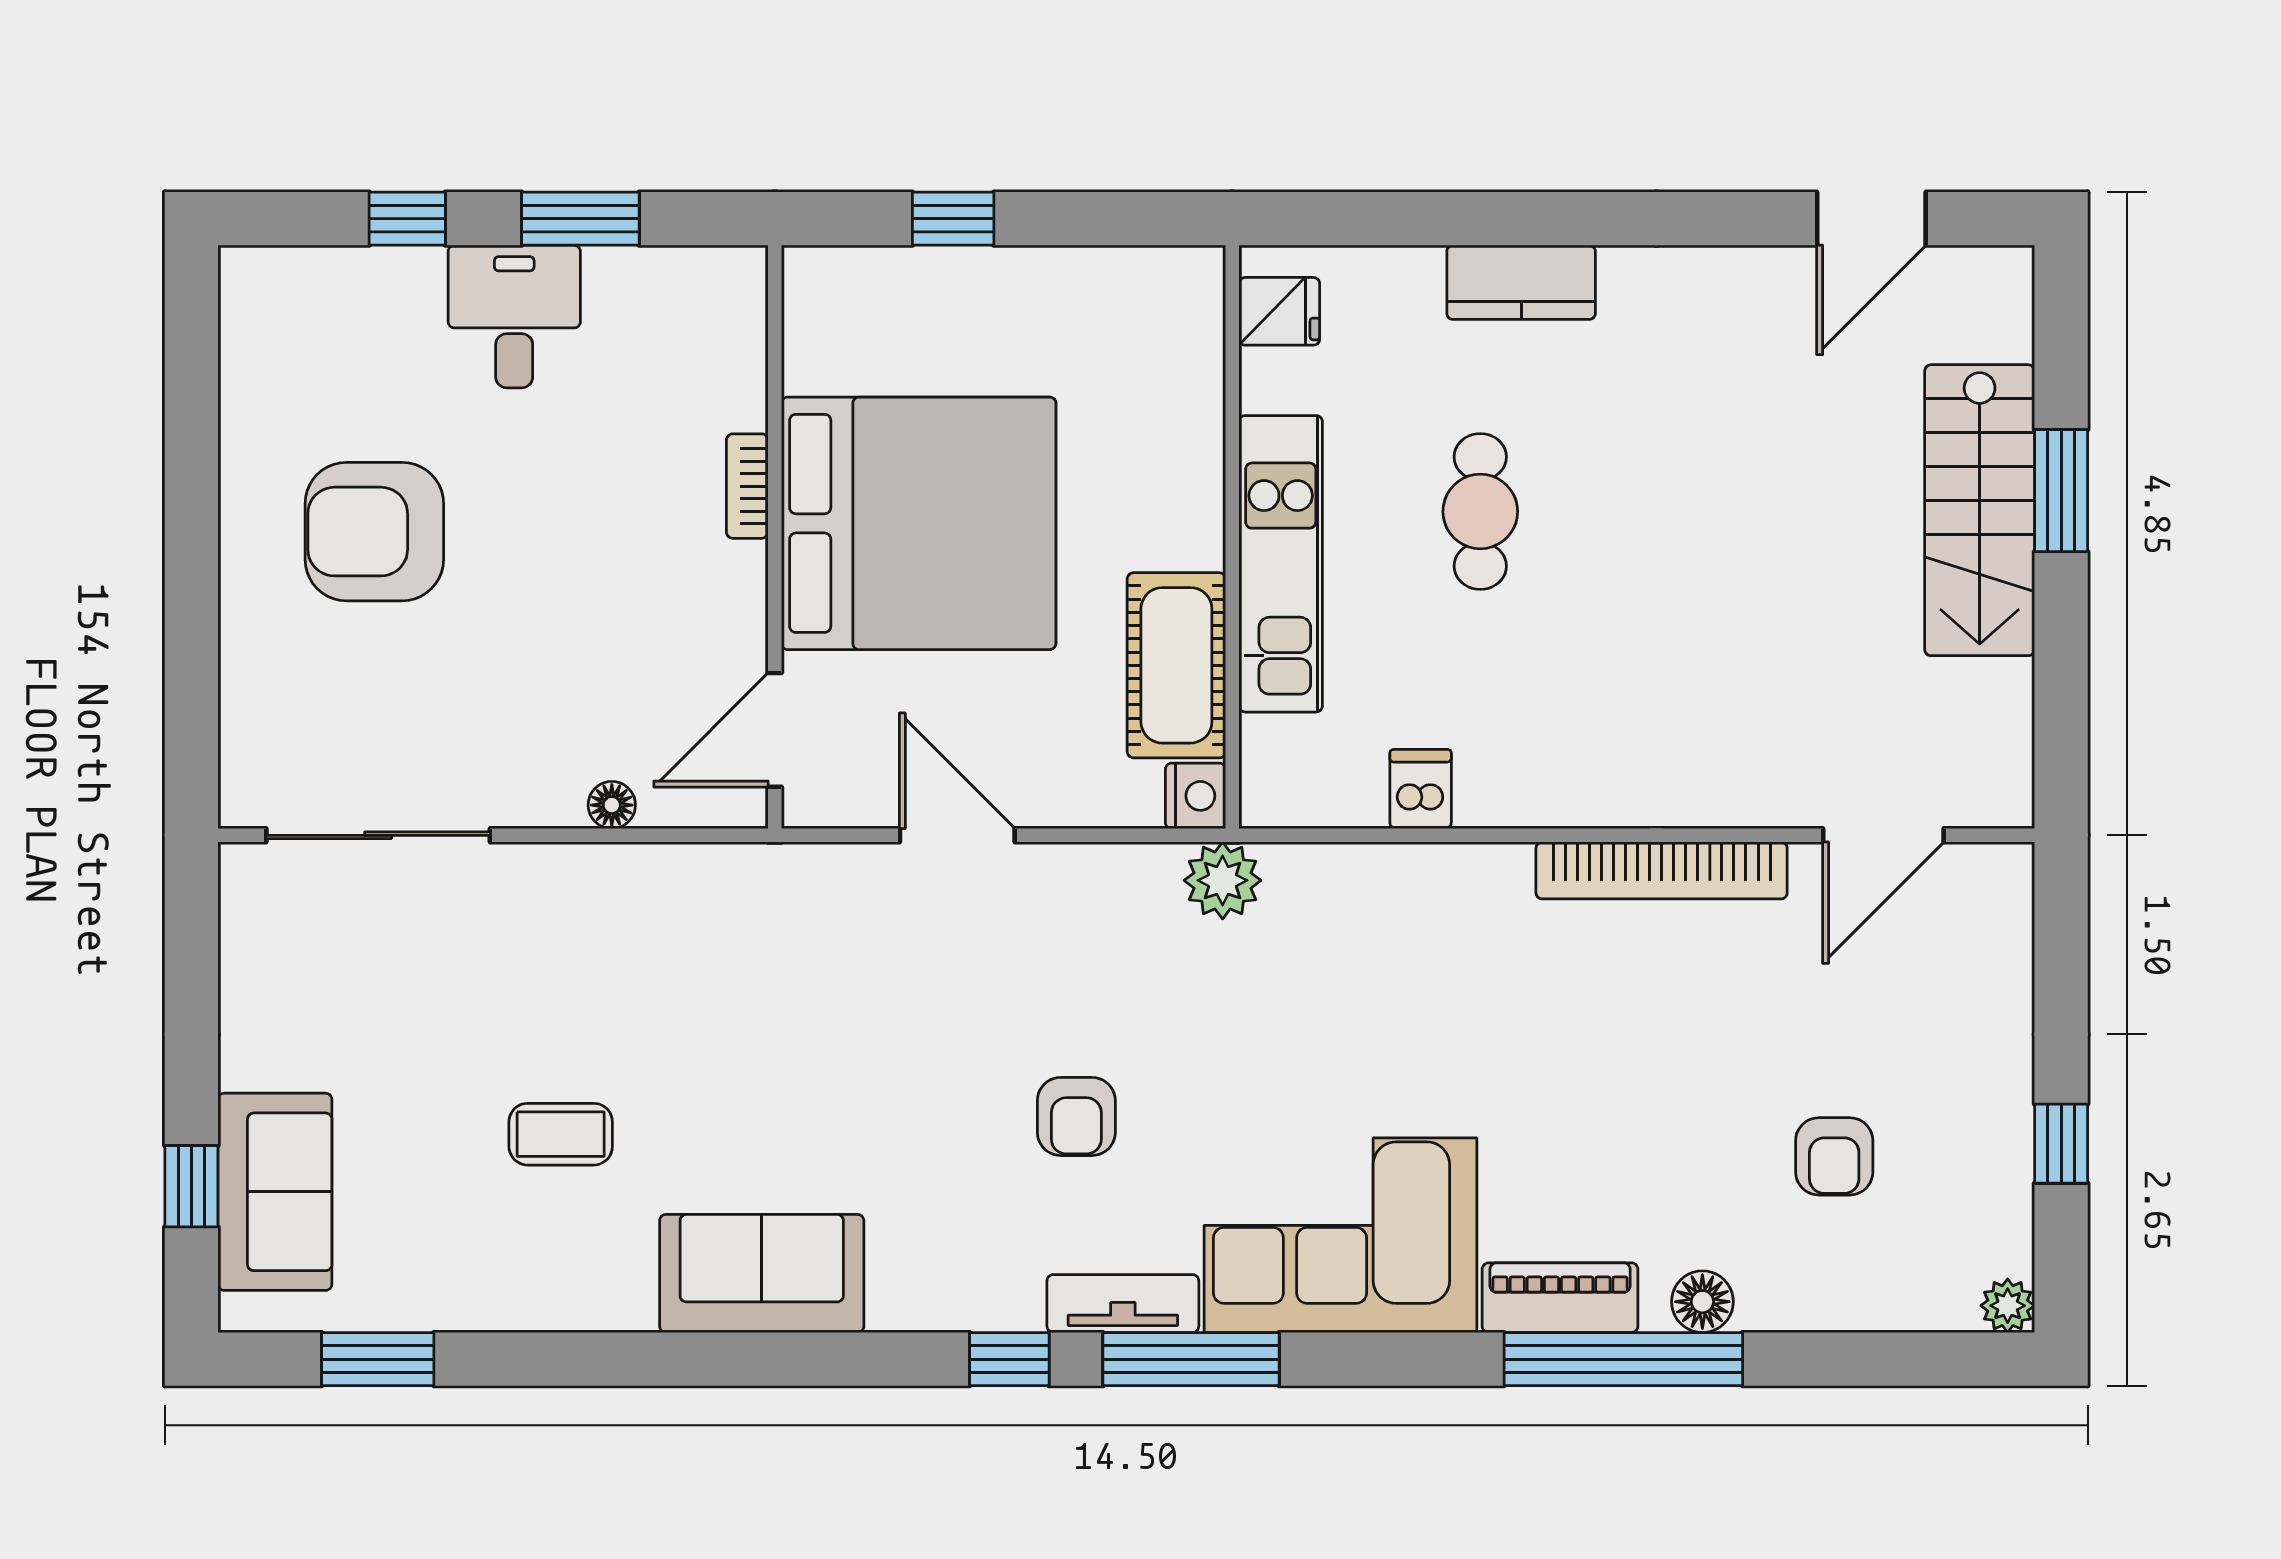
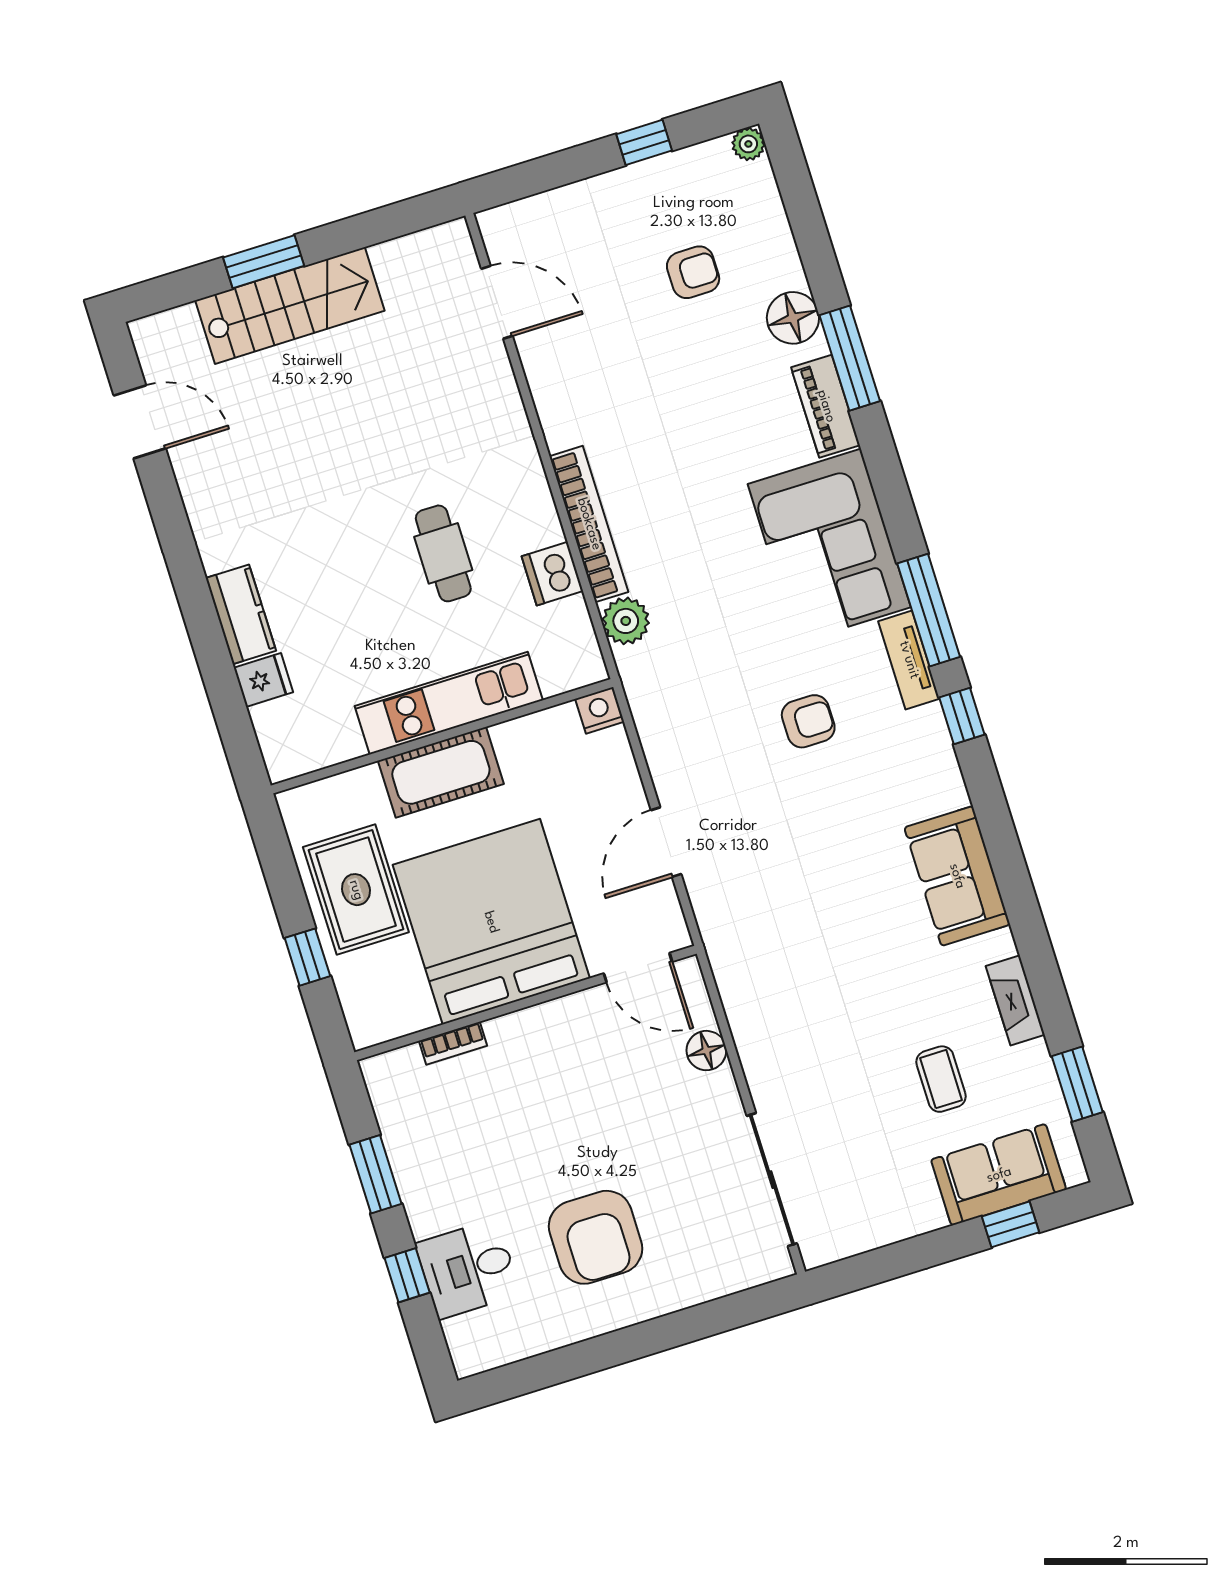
fridge: (1279, 311) -> (263, 680), moved, turned 90
desk: (514, 317) -> (468, 1269), moved
rug: (1035, 328) -> (356, 890), added
bookcase: (747, 486) -> (453, 1043), moved
cafe table: (1480, 511) -> (443, 553), moved, turned 90
cot: (1176, 665) -> (441, 772), moved
dishwasher: (1421, 789) -> (552, 574), width x1.38
floor lamp: (612, 805) -> (706, 1051), width x1.37, depth x1.37
bookcase: (1662, 870) -> (589, 524), moved
plant: (1223, 880) -> (626, 621), moved
coffee table: (561, 1134) -> (941, 1079), moved
floor lamp: (1702, 1302) -> (793, 318), width x1.38, depth x1.38
fireplace: (539, 1303) -> (1015, 1000), added
window: (1623, 1359) -> (850, 358), width x0.68

